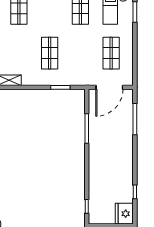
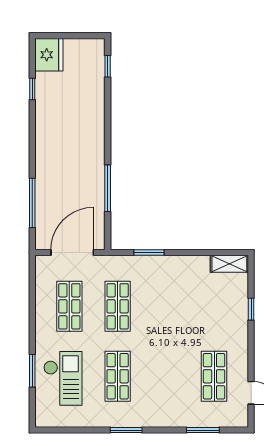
shop shelf: (50, 53) -> (118, 306), moved

